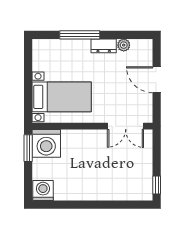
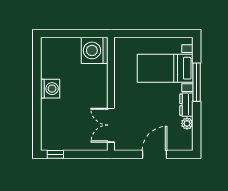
bed with nightstands: (62, 97) -> (165, 68), moved, turned 90
window: (28, 148) -> (90, 33), removed
washing machine: (43, 191) -> (50, 89), moved

